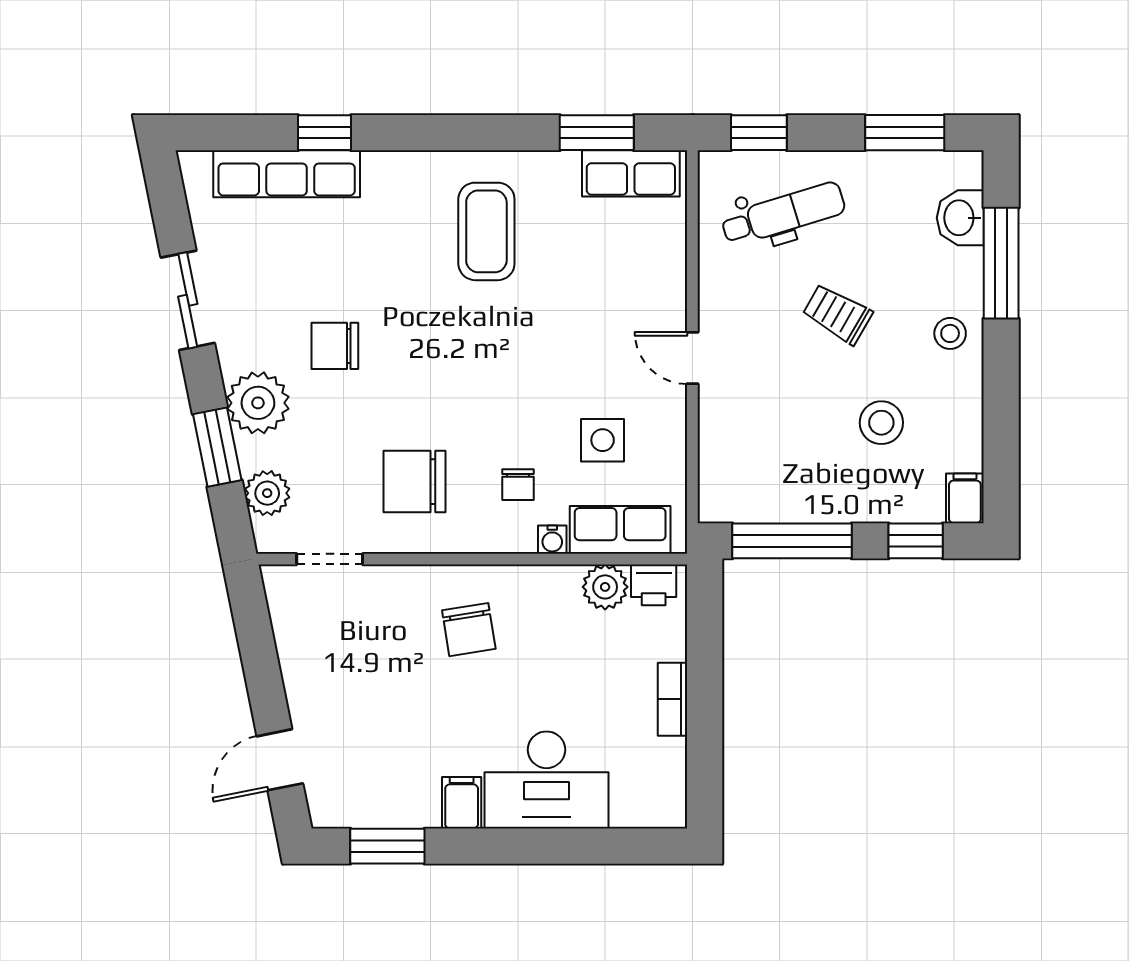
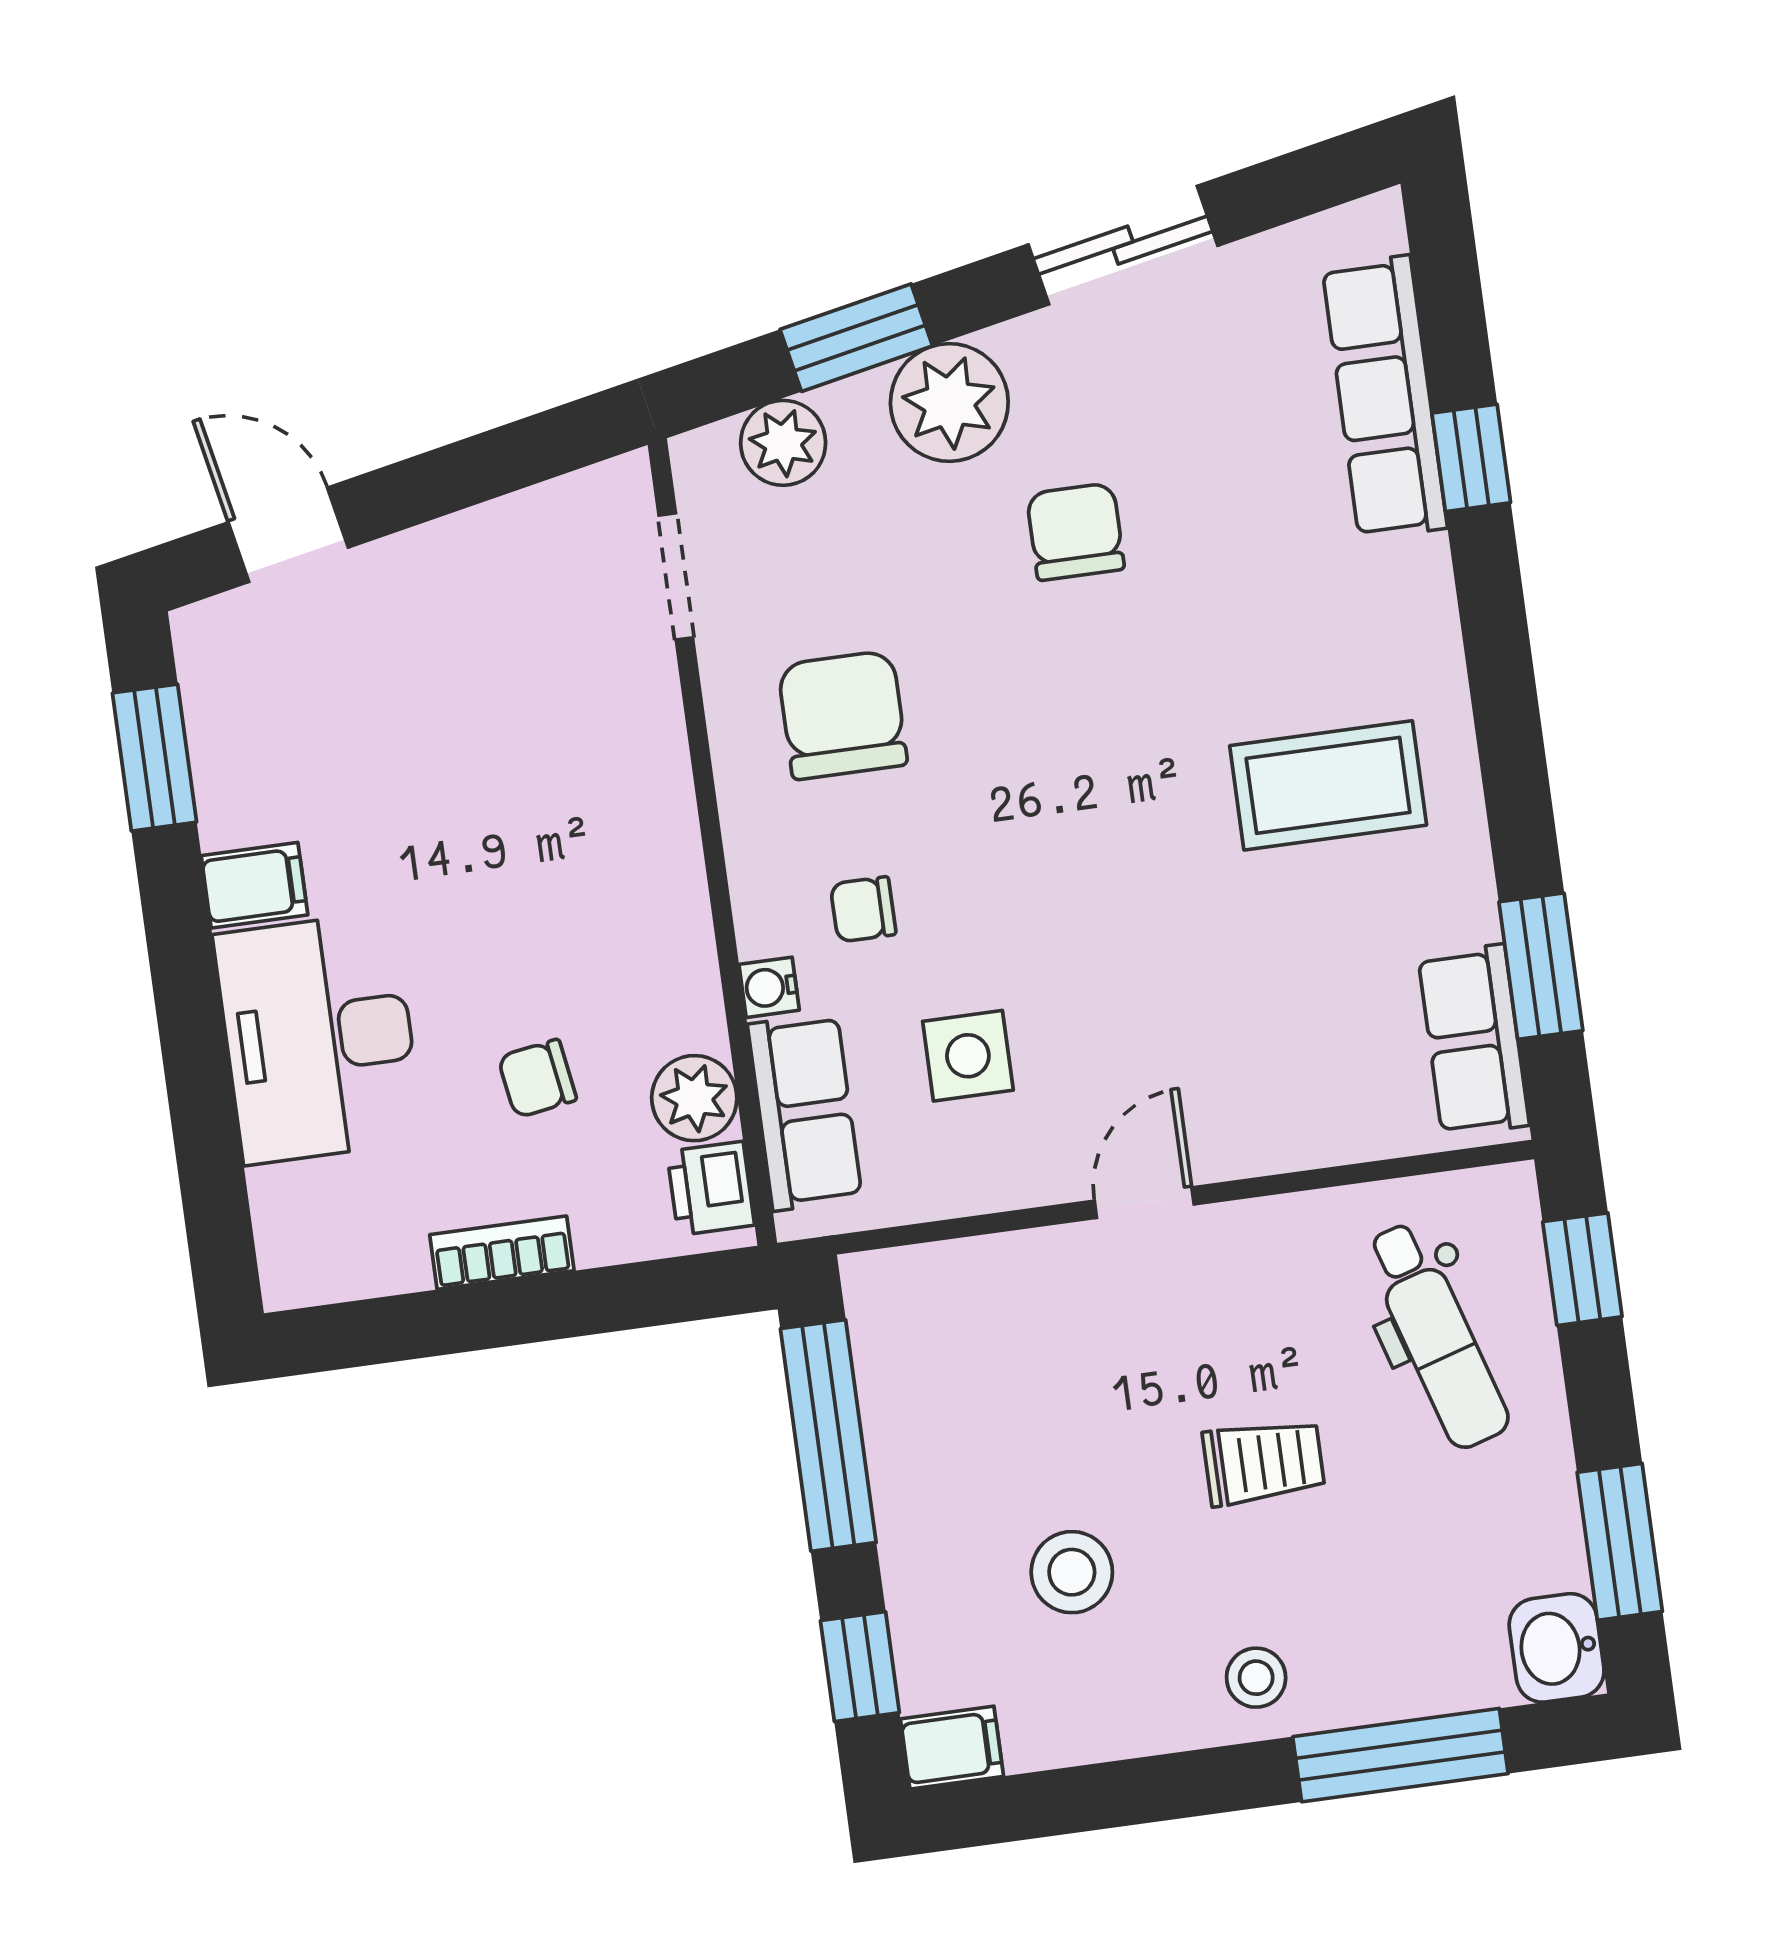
washbasin: (960, 218) -> (1557, 1648), moved, turned -90
trolley: (837, 314) -> (1264, 1462), turned 60
chair: (469, 630) -> (537, 1078), moved, width x0.73, depth x0.73

